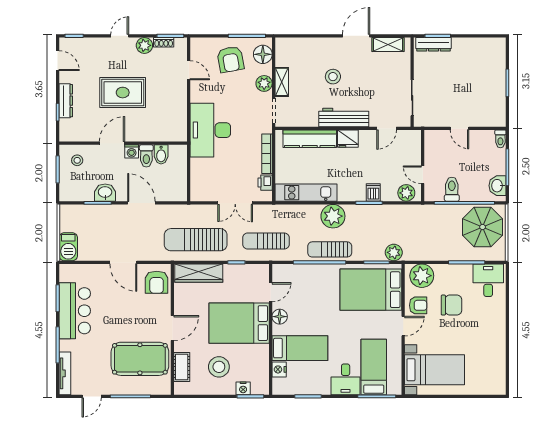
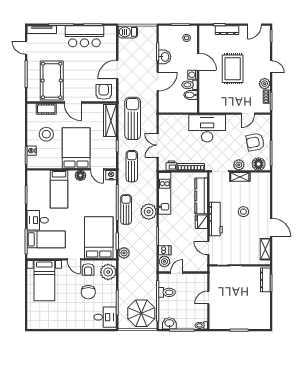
dishwasher: (373, 192) -> (165, 250), moved
armchair: (157, 282) -> (104, 92), turned 90
nightstand: (279, 369) -> (111, 175), moved

